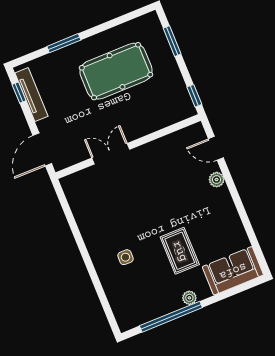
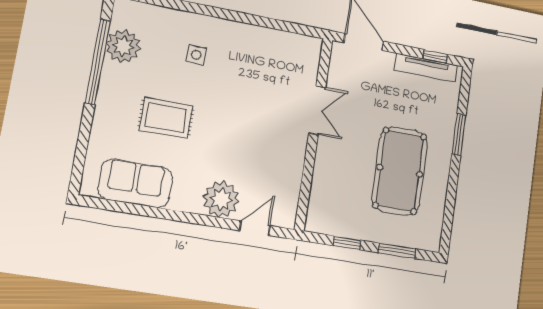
window: (194, 96) -> (347, 243), moved
plant: (217, 180) -> (221, 199), width x1.88, depth x1.88
sofa: (233, 271) -> (135, 183), moved, turned -90
plant: (189, 298) -> (123, 46), moved, width x1.88, depth x1.88

